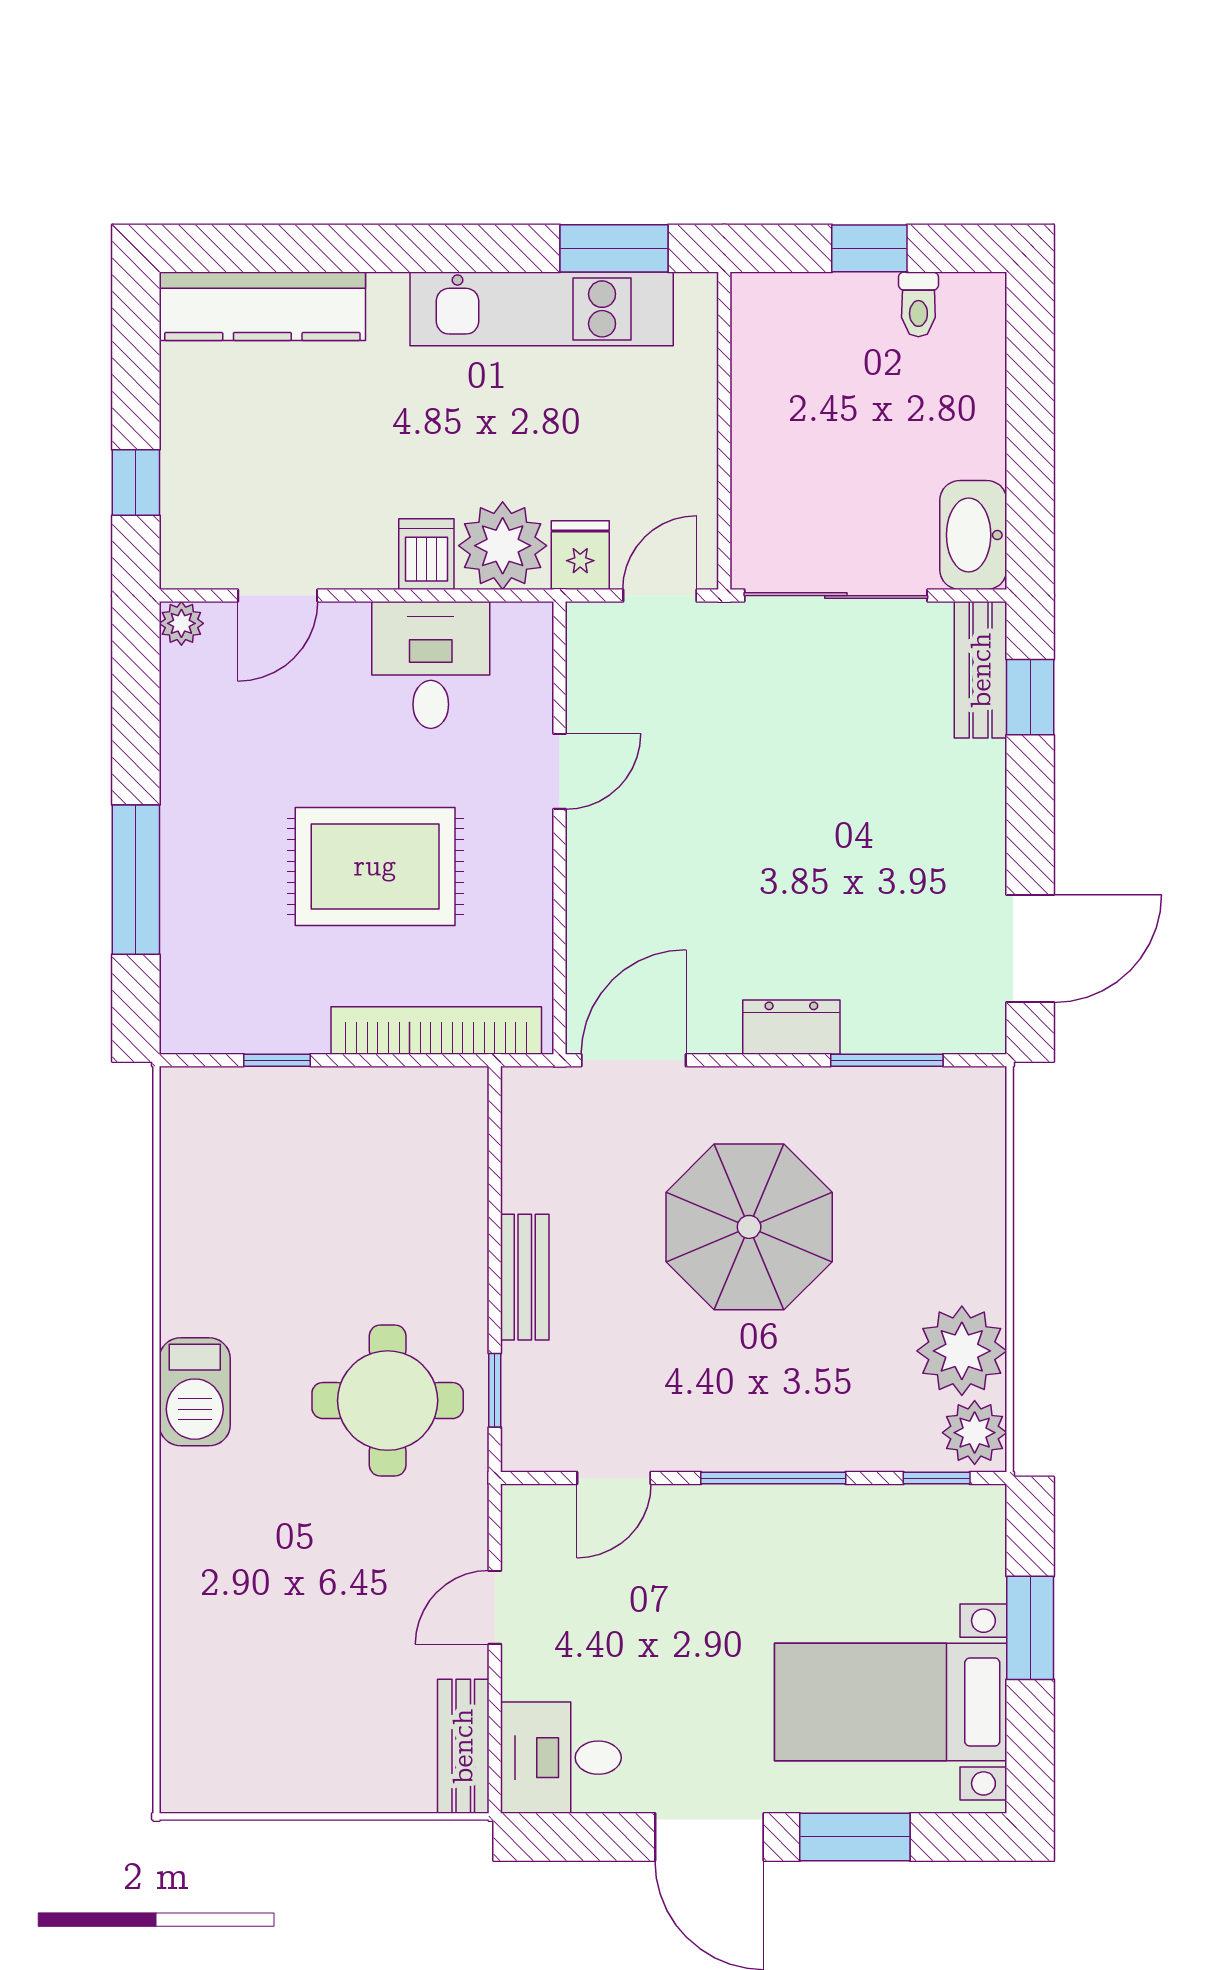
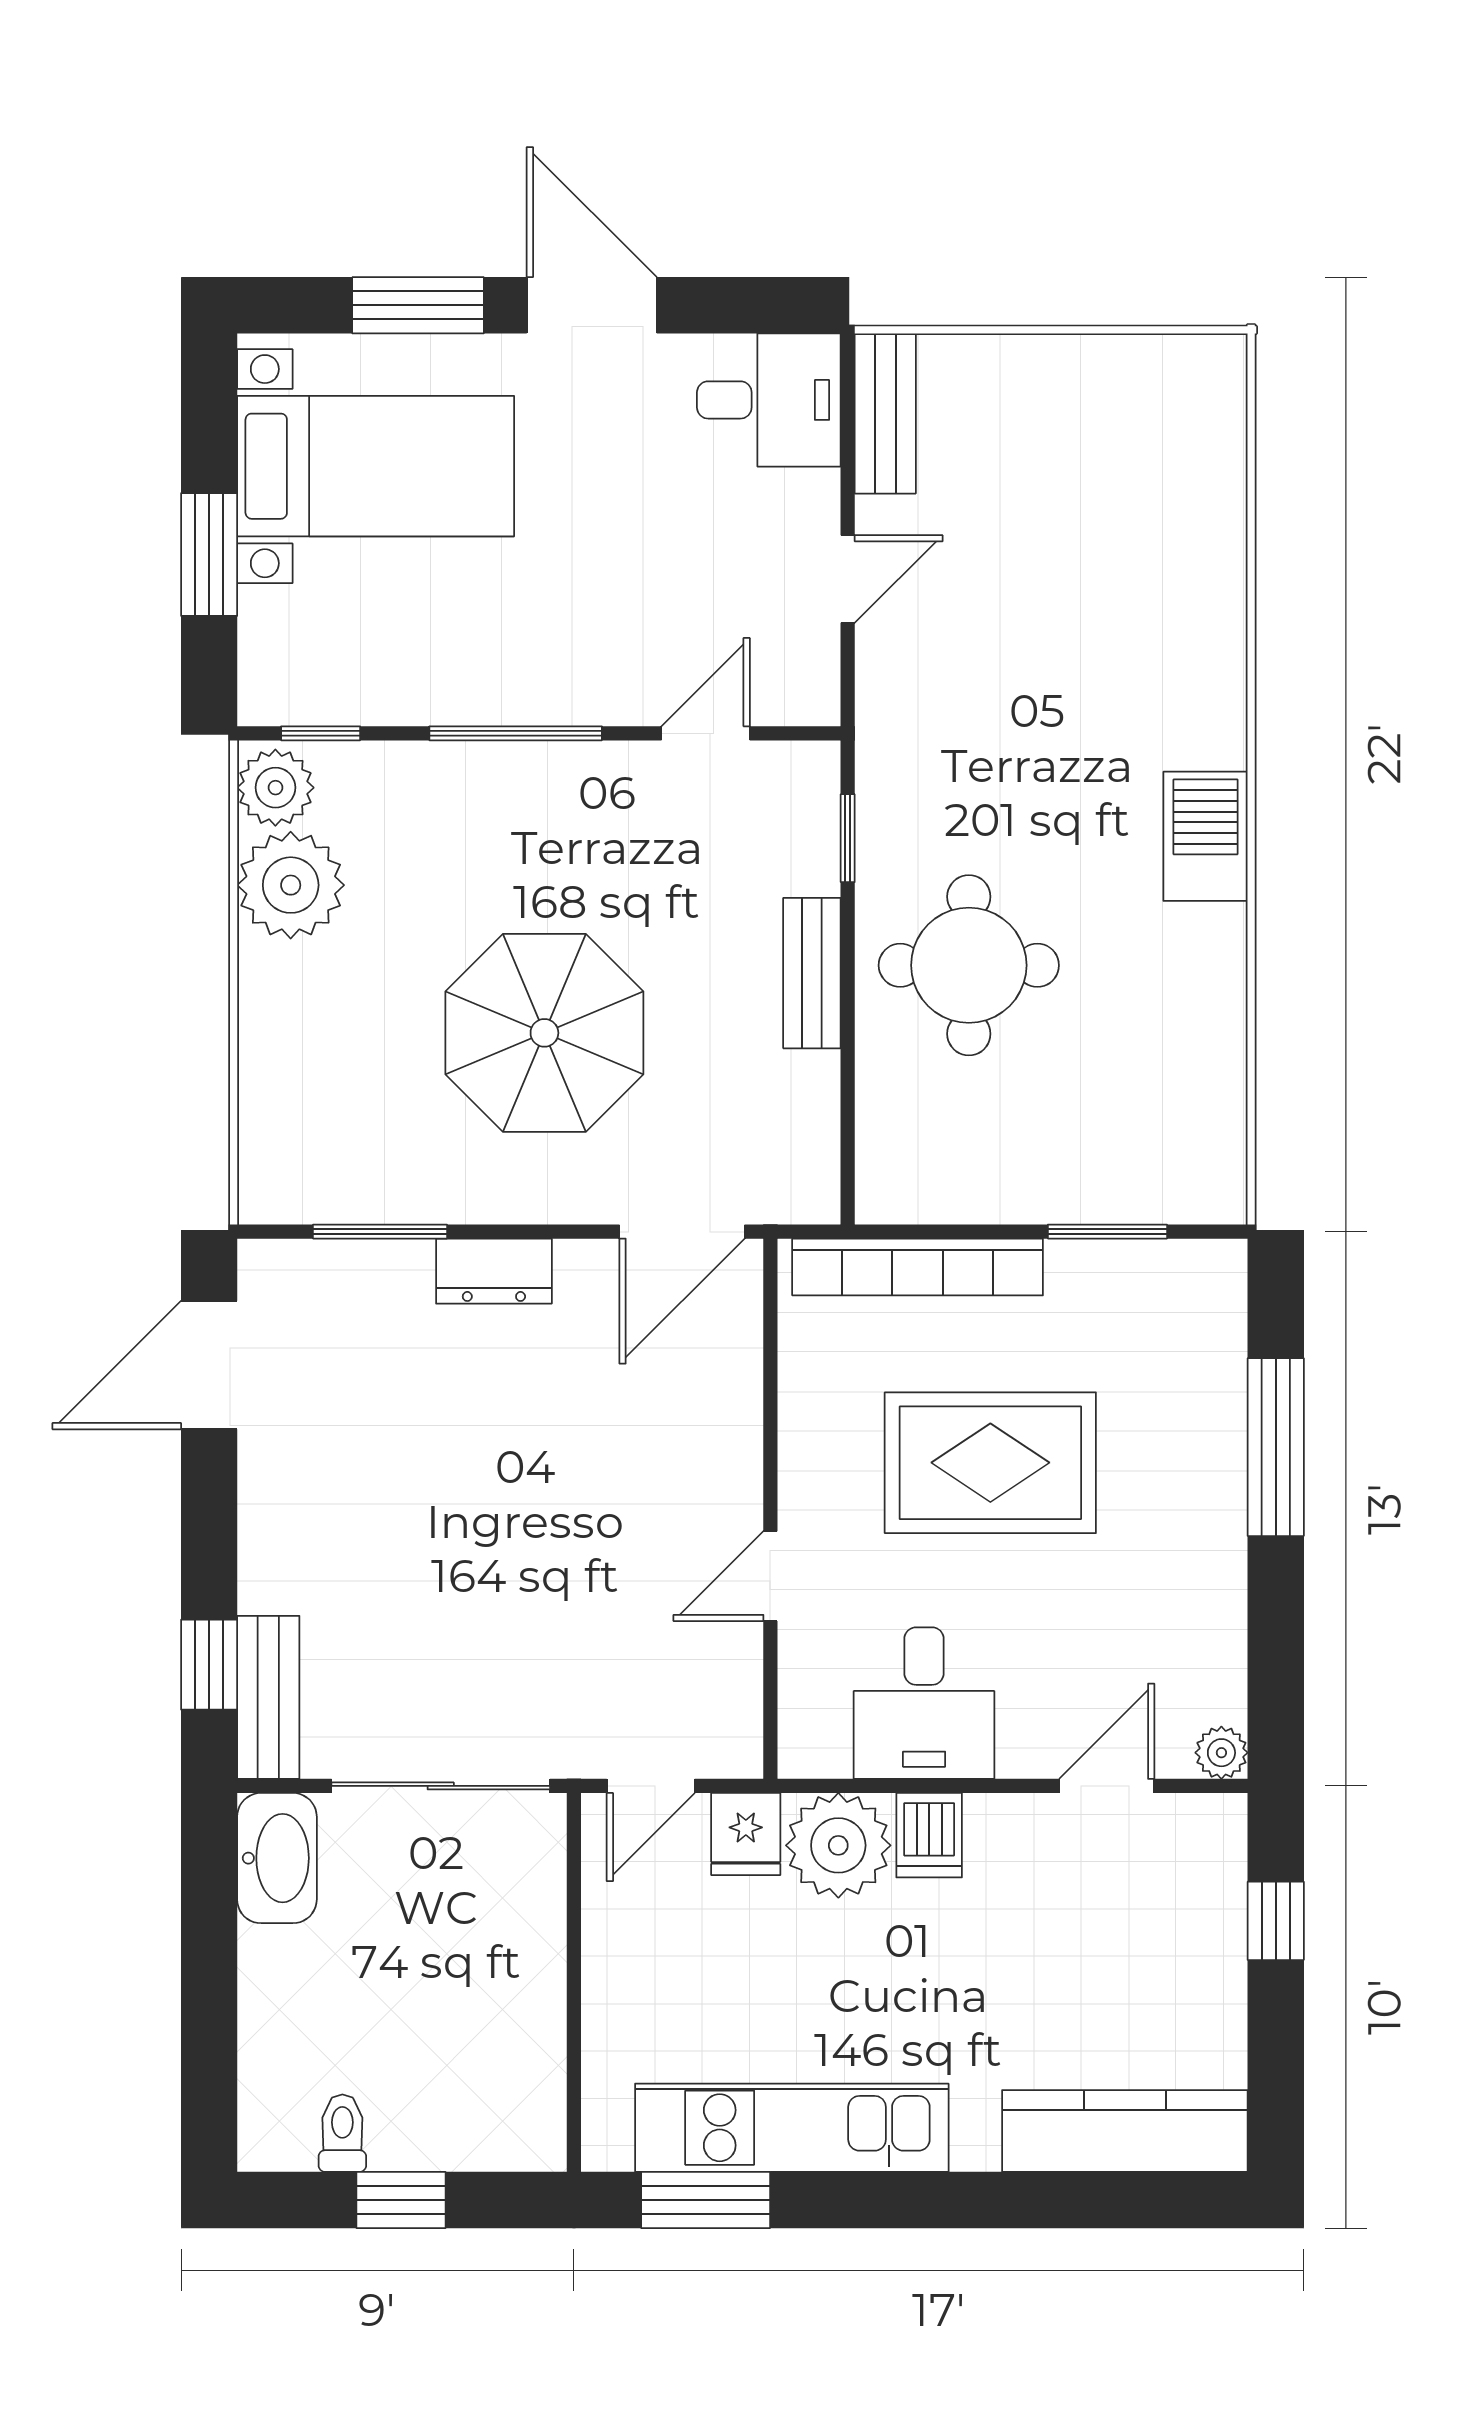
window: (277, 1060) -> (1107, 1232), width x1.50
round table: (388, 1401) -> (969, 965), moved

